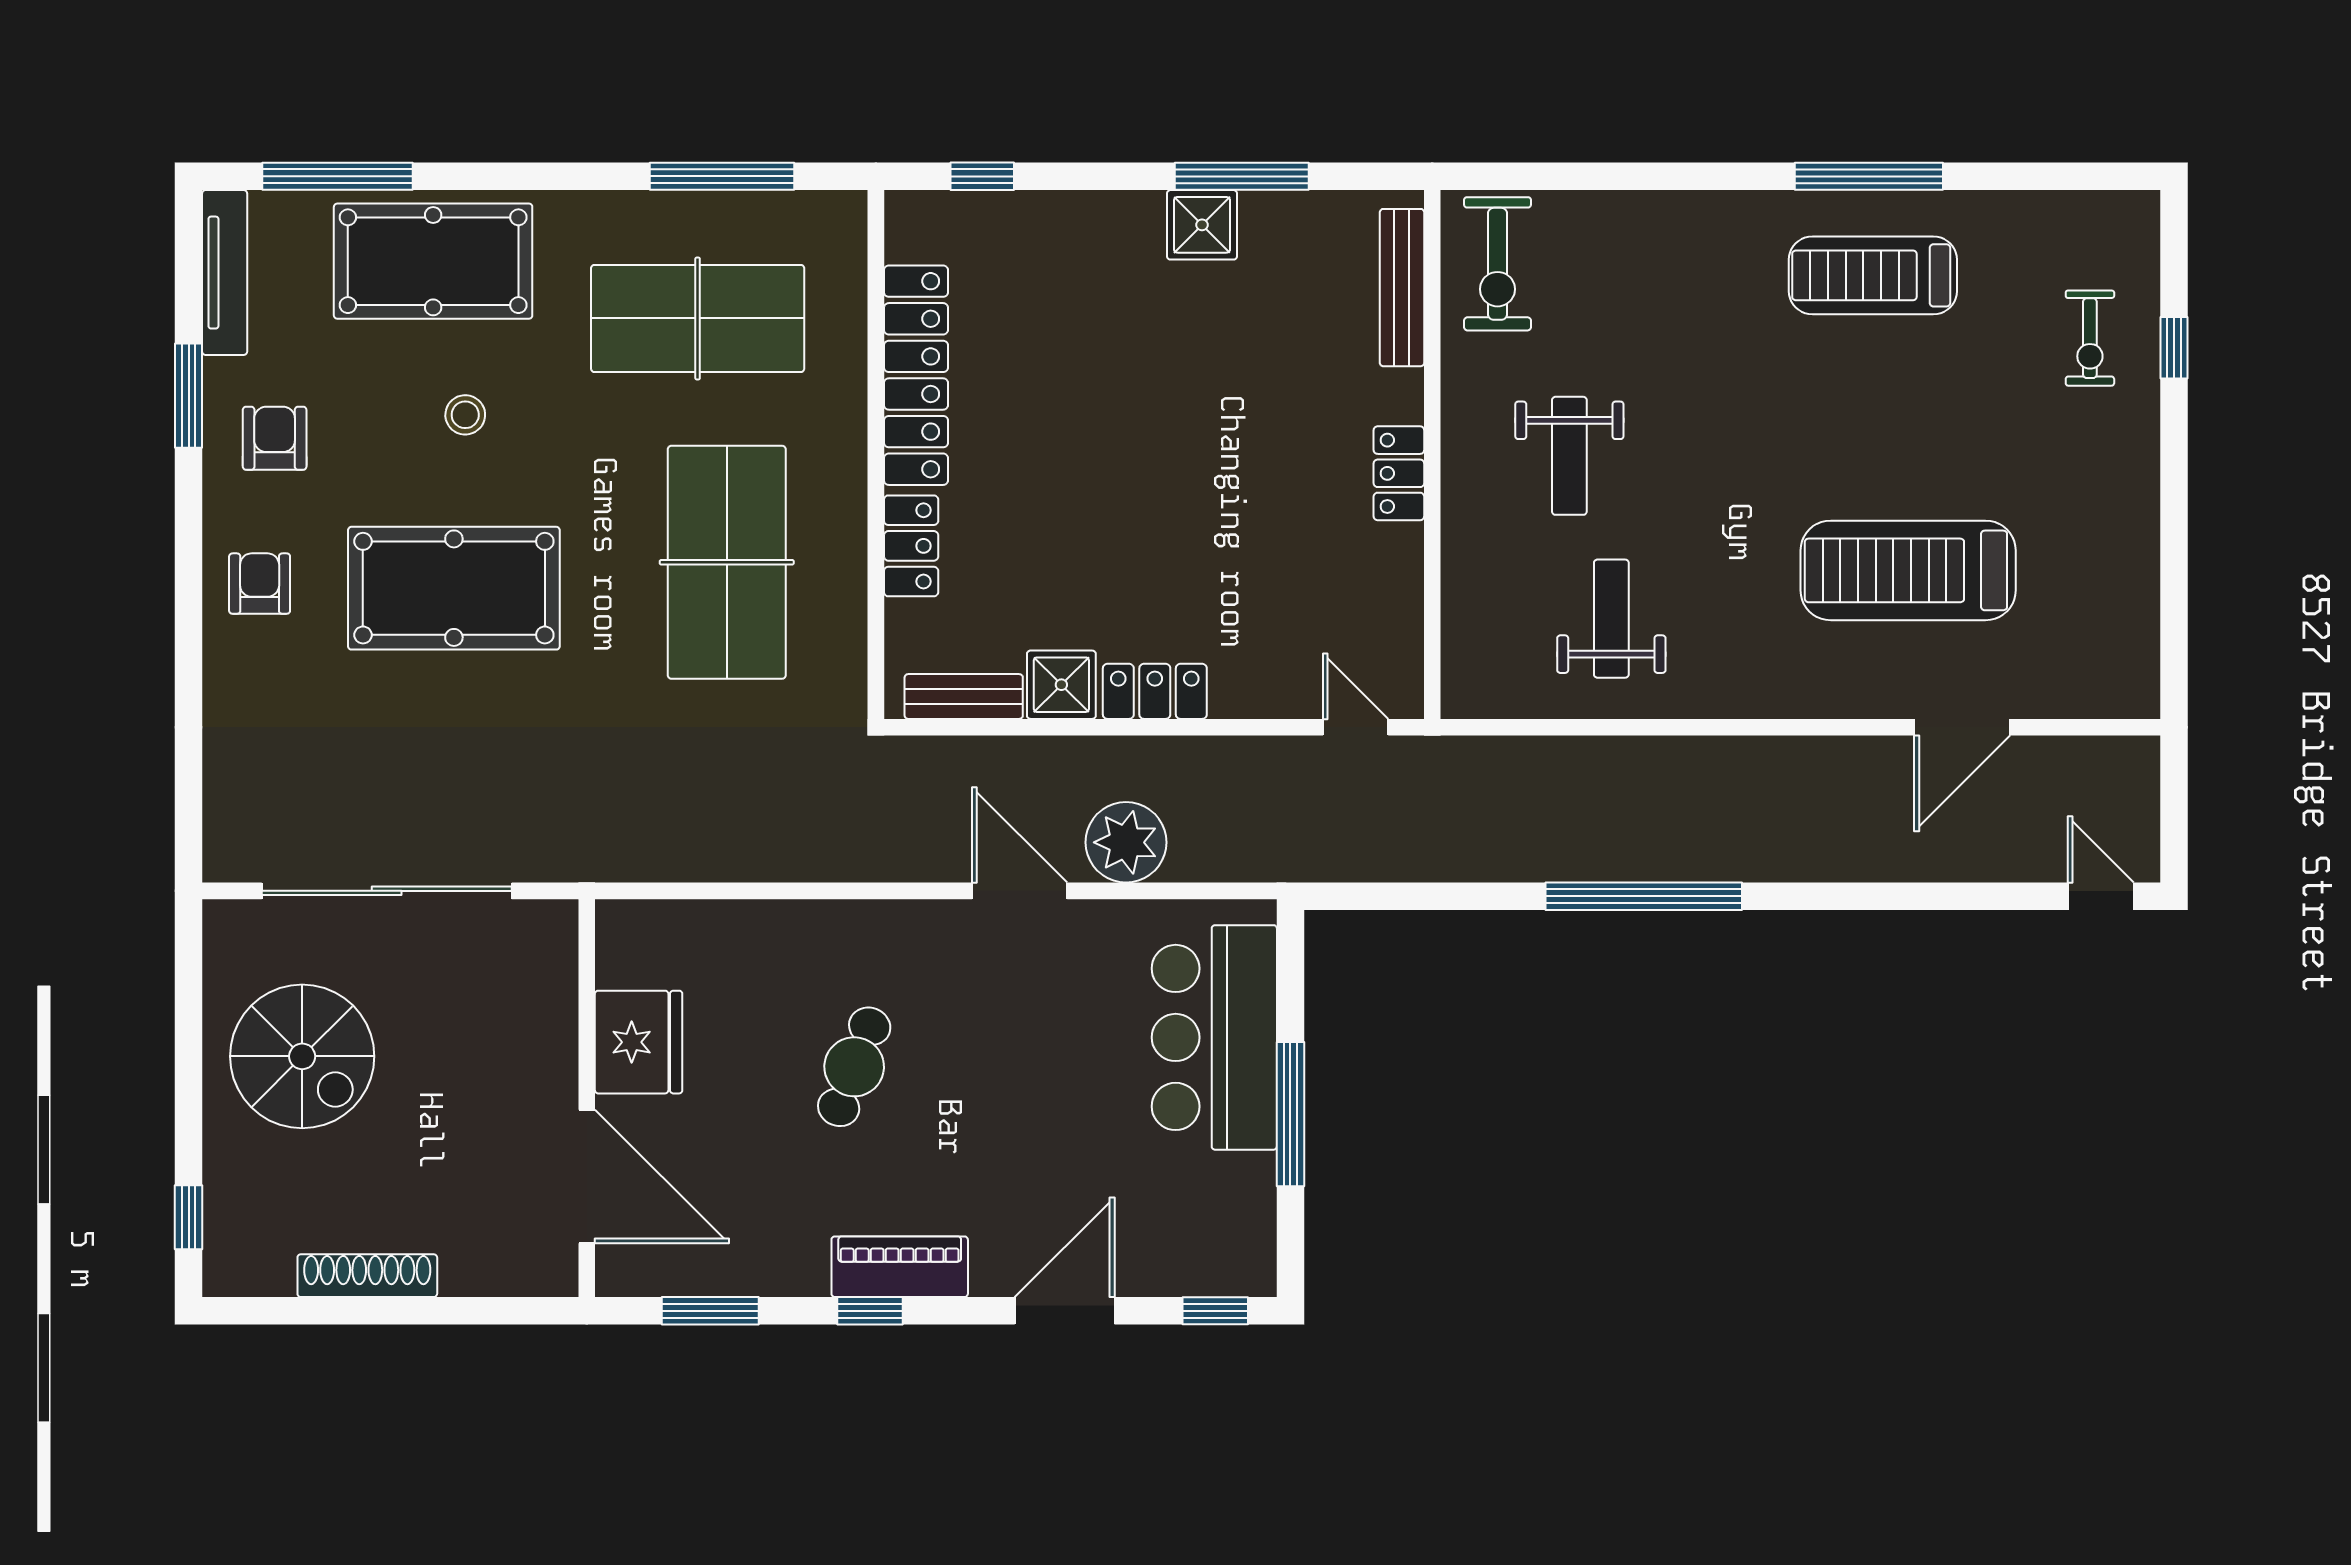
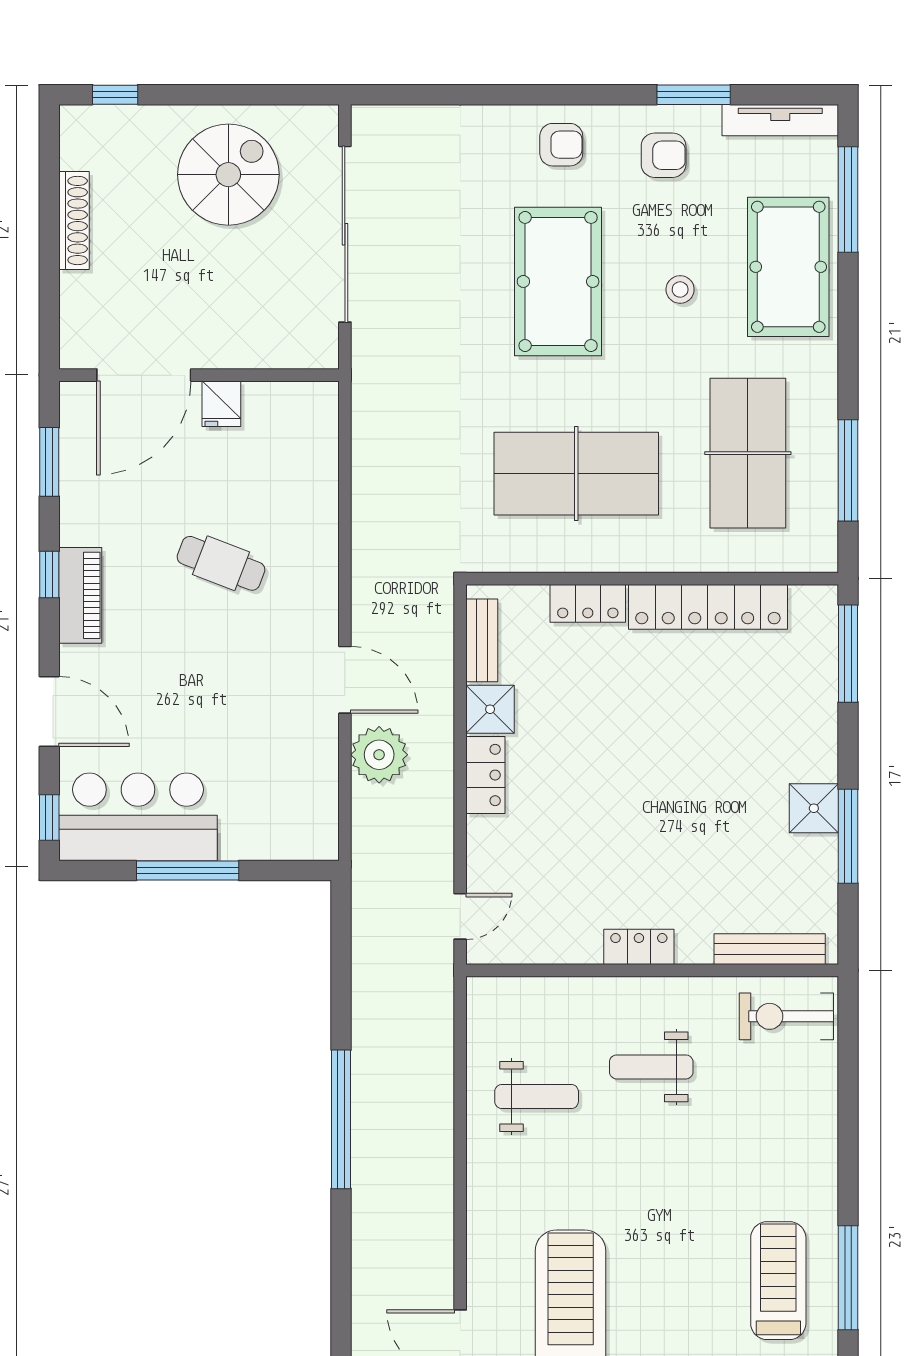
window: (982, 176) -> (848, 654), width x2.17
door: (1020, 891) -> (345, 680), hinge flipped
bar counter: (1214, 1037) -> (138, 817), moved
fridge: (639, 1042) -> (221, 404), width x0.53, depth x0.75
spiral stairs: (302, 1056) -> (228, 175), turned 180

